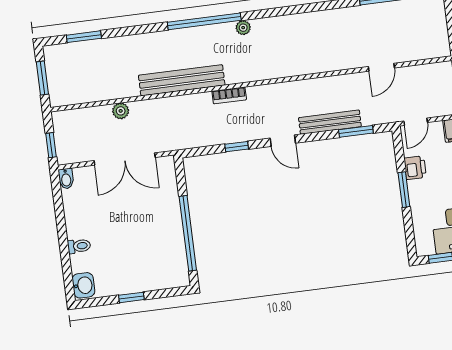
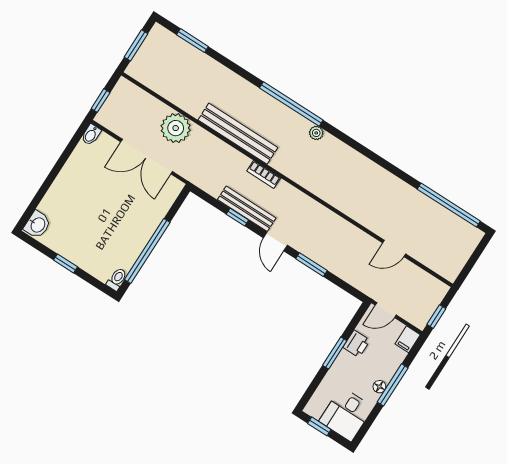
plant: (121, 111) -> (176, 128), width x1.88, depth x1.88
bench: (330, 122) -> (247, 209), moved
window: (356, 131) -> (311, 265), moved
toilet: (79, 246) -> (117, 279), moved, turned -90

